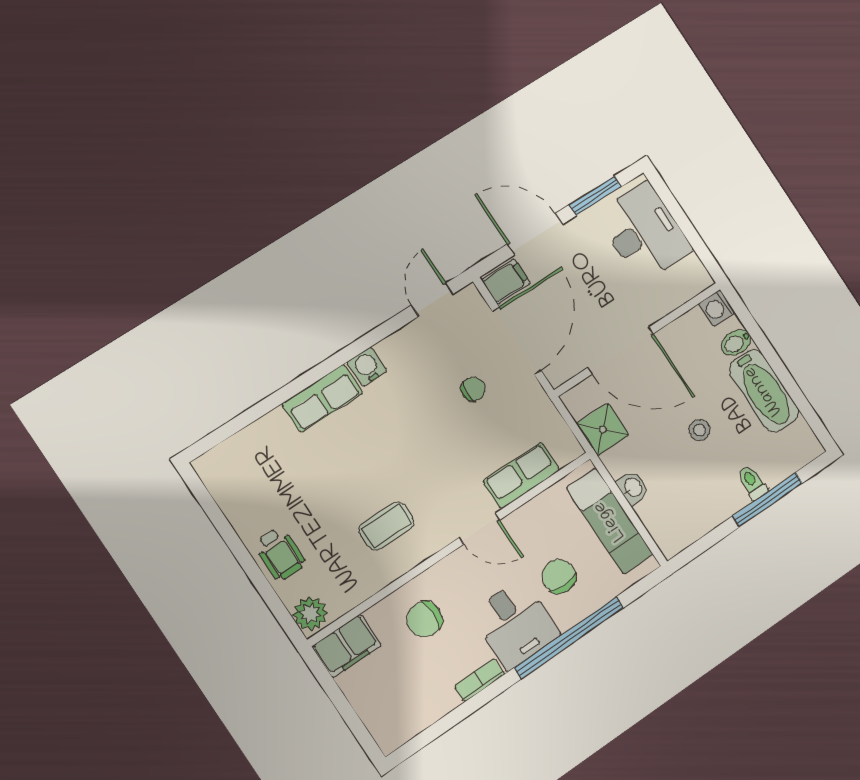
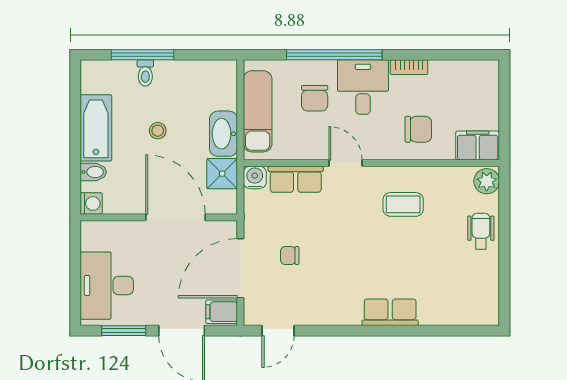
water cooler: (367, 367) -> (255, 177), moved, turned 180
washbasin: (633, 488) -> (223, 134), width x1.91, depth x1.45

